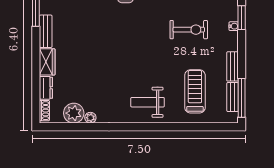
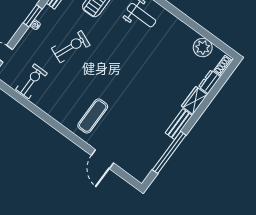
window: (242, 18) -> (33, 16), moved
exercise bike: (189, 30) -> (71, 47), turned 113
plant: (90, 118) -> (193, 35), removed

